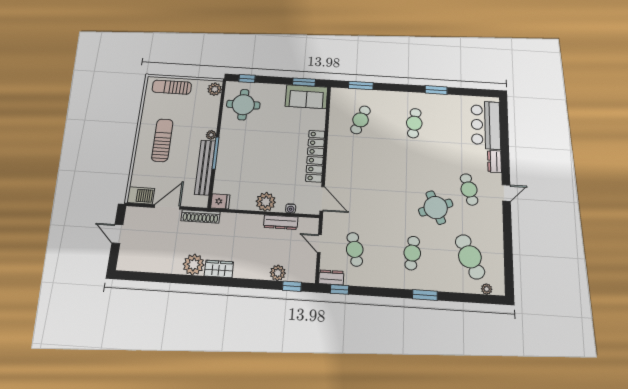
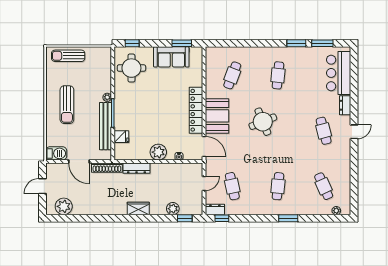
window: (361, 85) -> (322, 43), moved
plant: (215, 89) -> (105, 55), removed
sofa: (306, 97) -> (171, 57), moved
sun lounger: (162, 140) -> (67, 105), turned 180
booth: (340, 164) -> (217, 116), added
fridge: (220, 201) -> (121, 137), moved
door: (167, 207) -> (79, 162), swing flipped
round table: (436, 208) -> (263, 122), moved
dresser: (281, 222) -> (137, 168), moved
door: (117, 234) -> (42, 186), hinge flipped
door: (319, 244) -> (204, 183), swing flipped
cafe table: (470, 257) -> (324, 186), width x0.73, depth x0.74
plant: (194, 265) -> (64, 206), moved
wardrobe: (219, 269) -> (138, 209), moved

